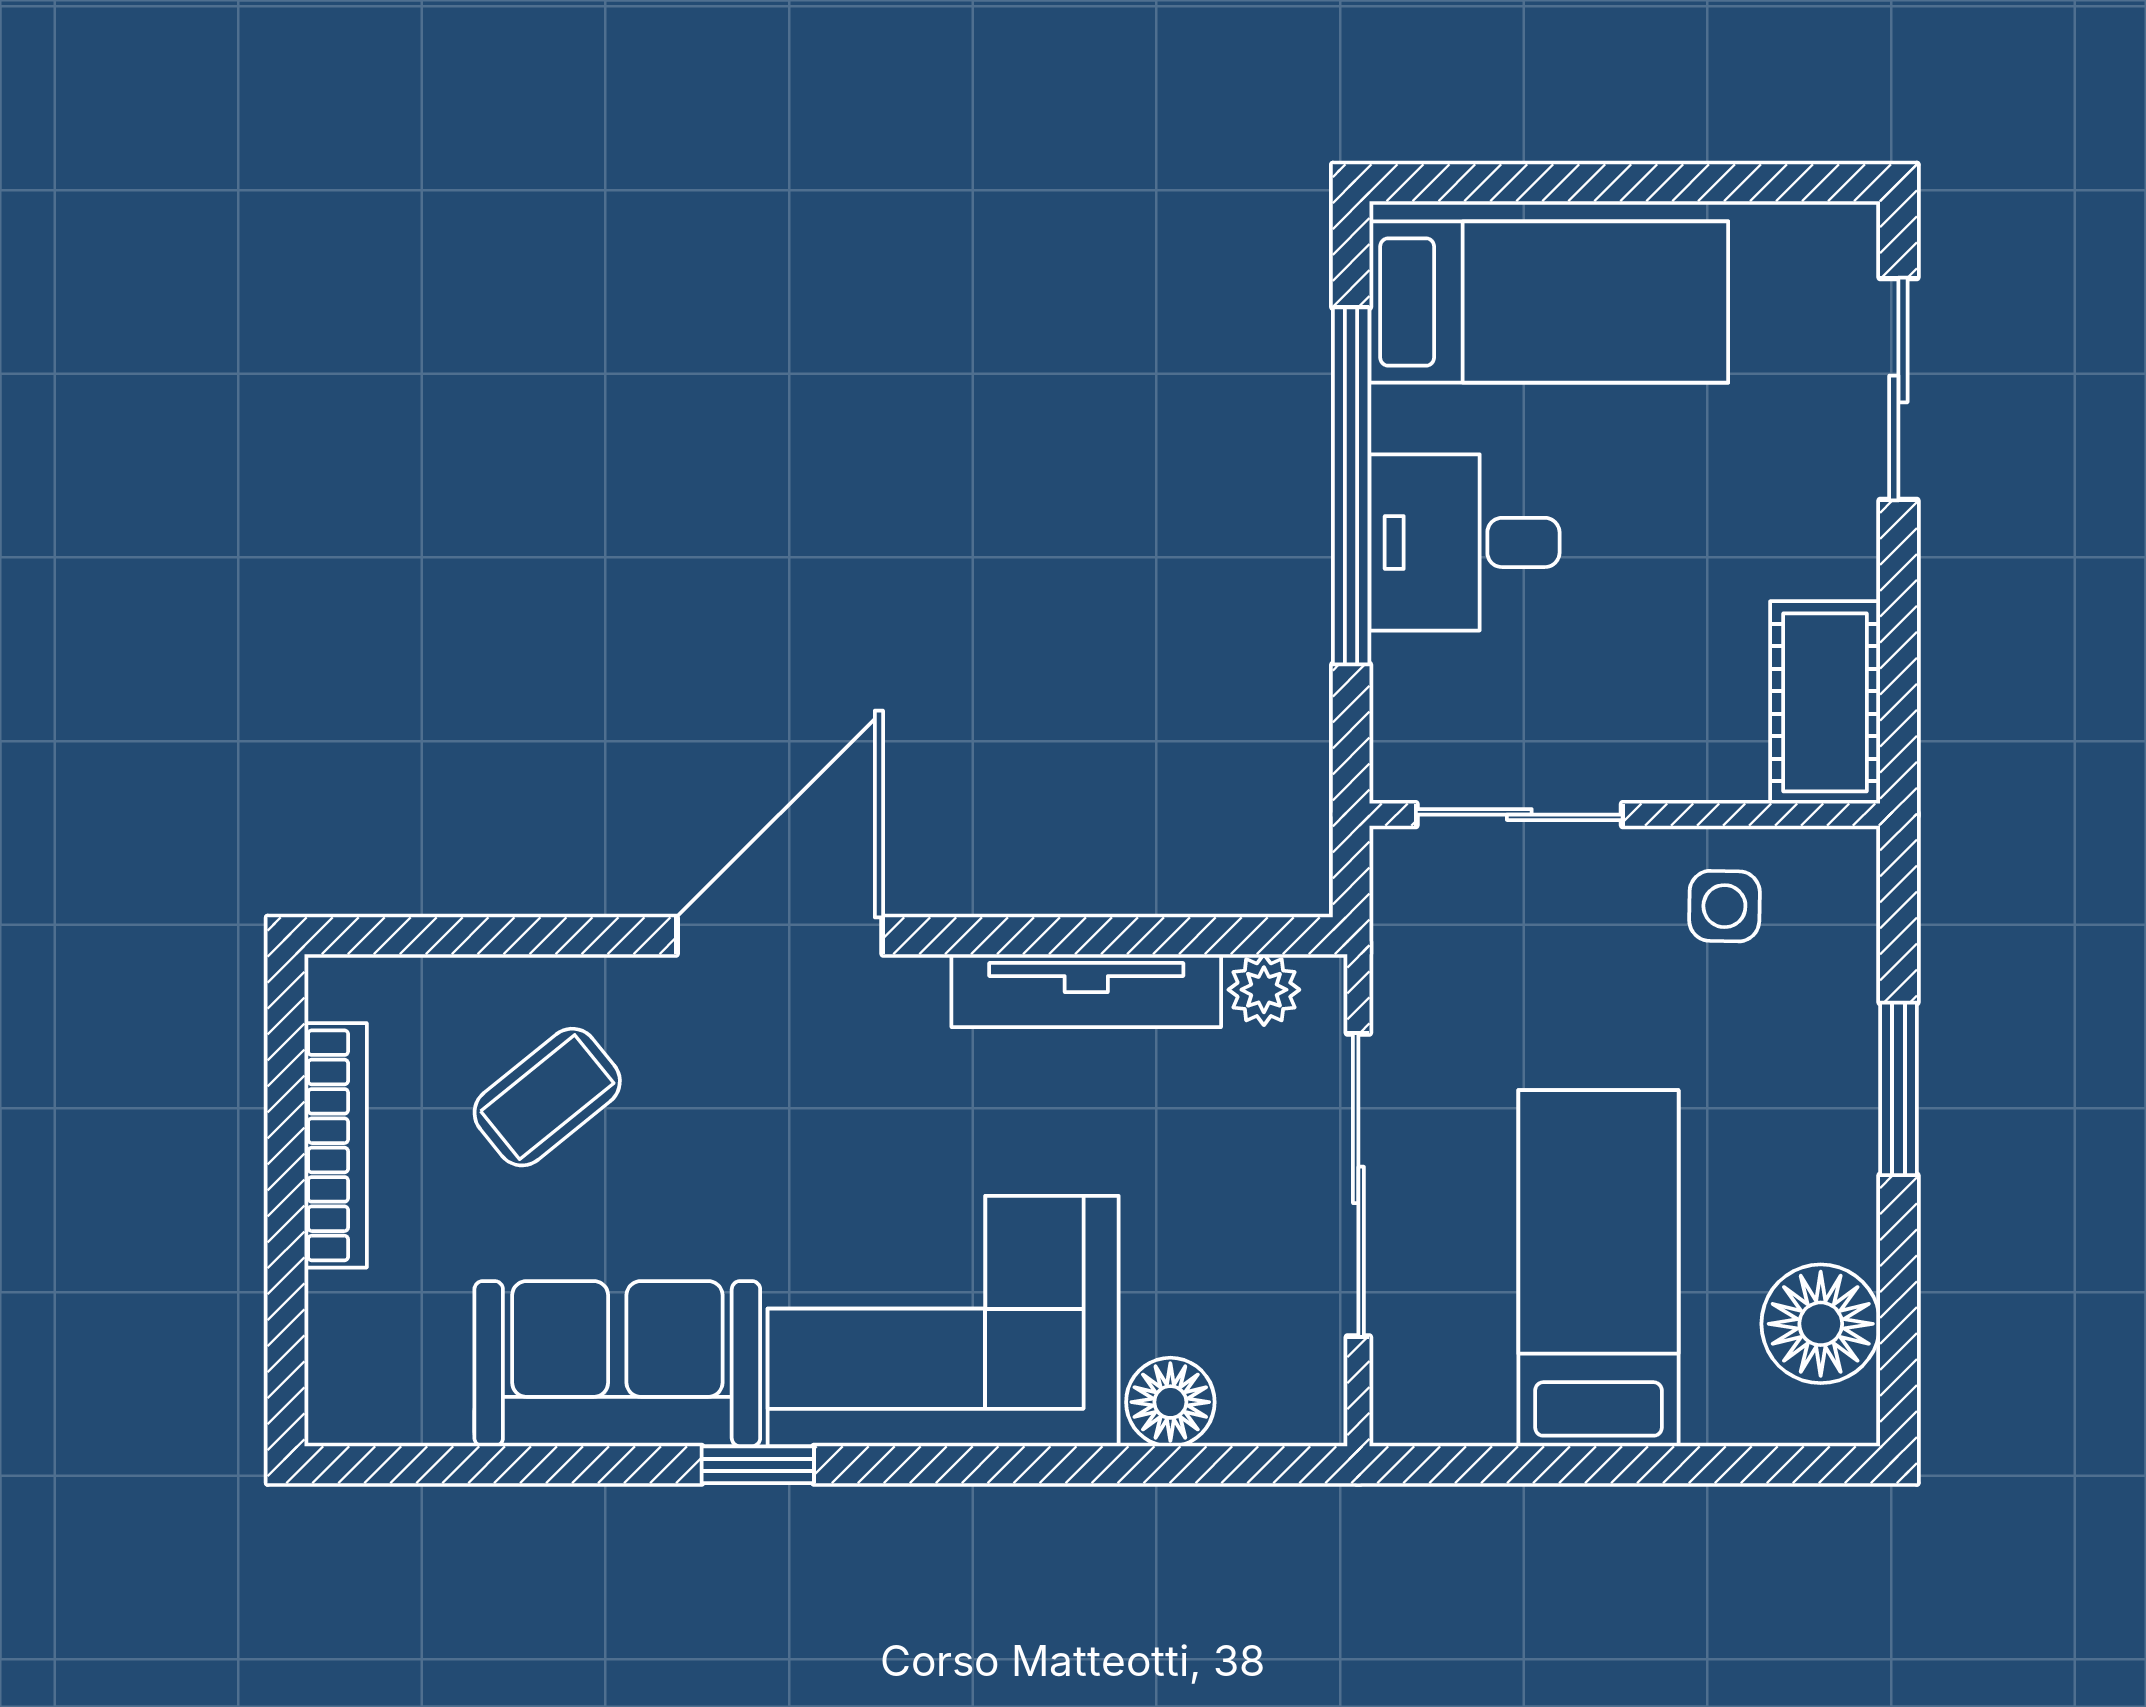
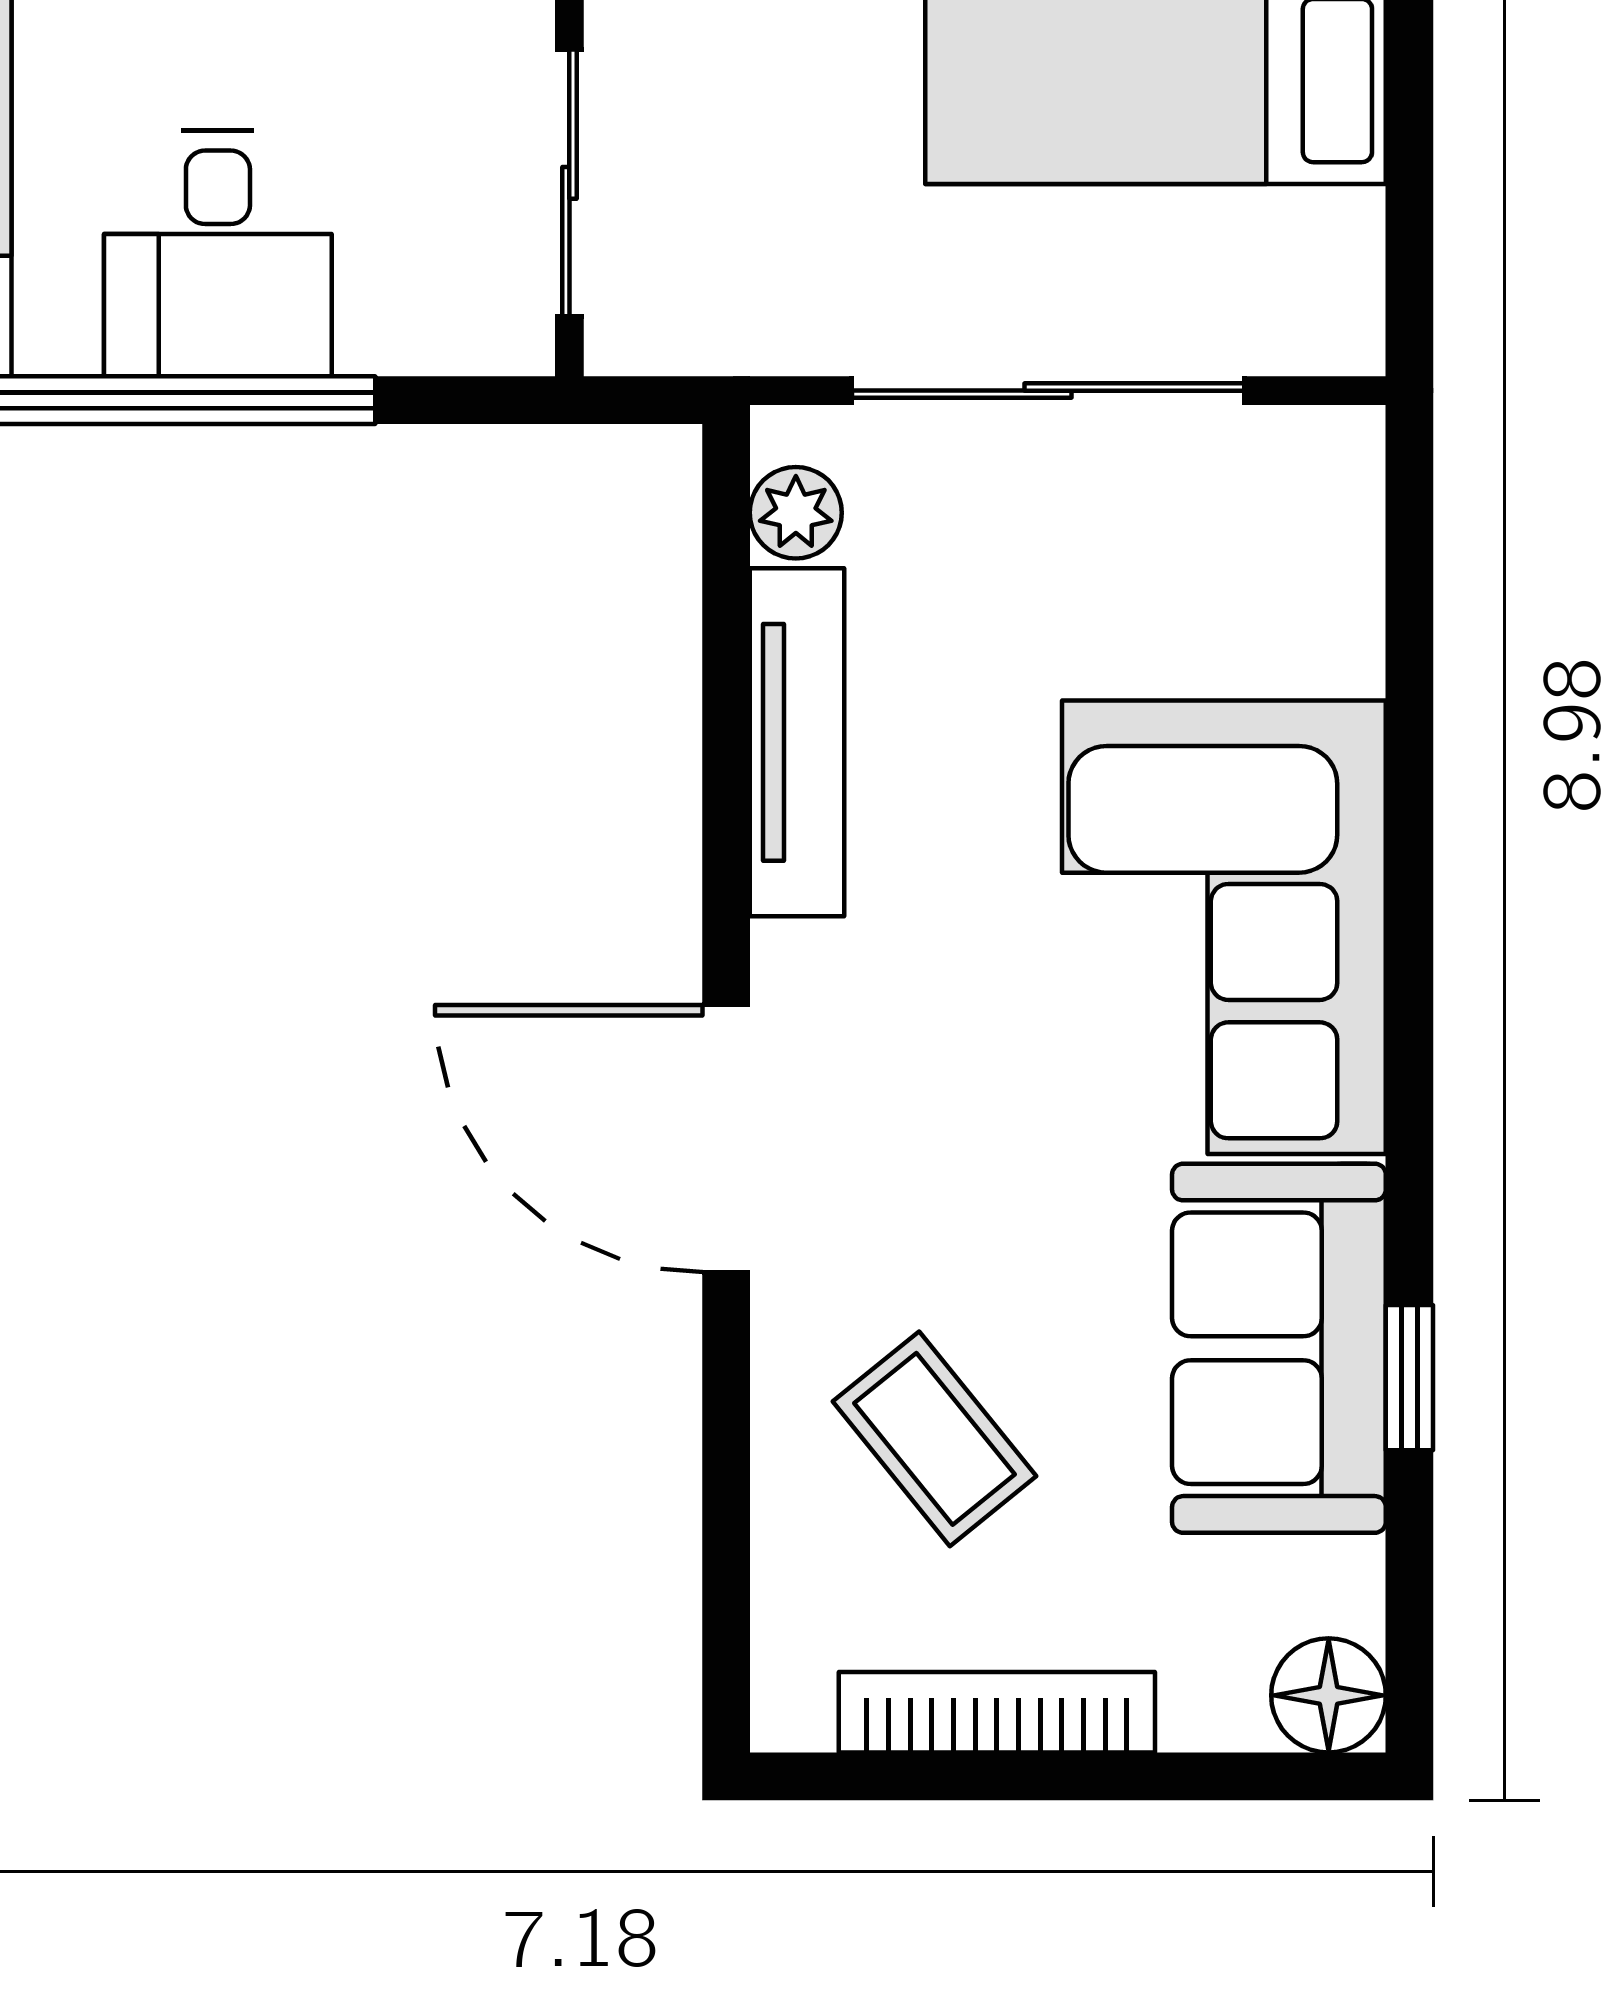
floor lamp: (1170, 1402) -> (1329, 1695), moved
window: (758, 1465) -> (1409, 1378), moved

